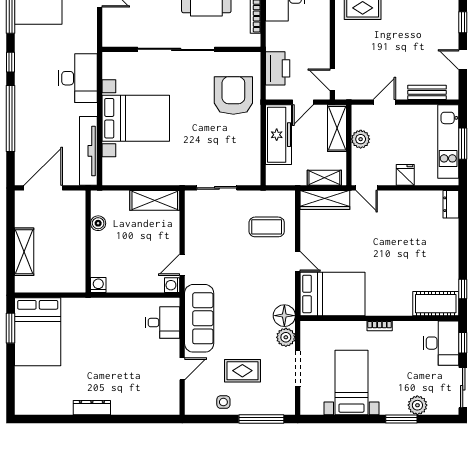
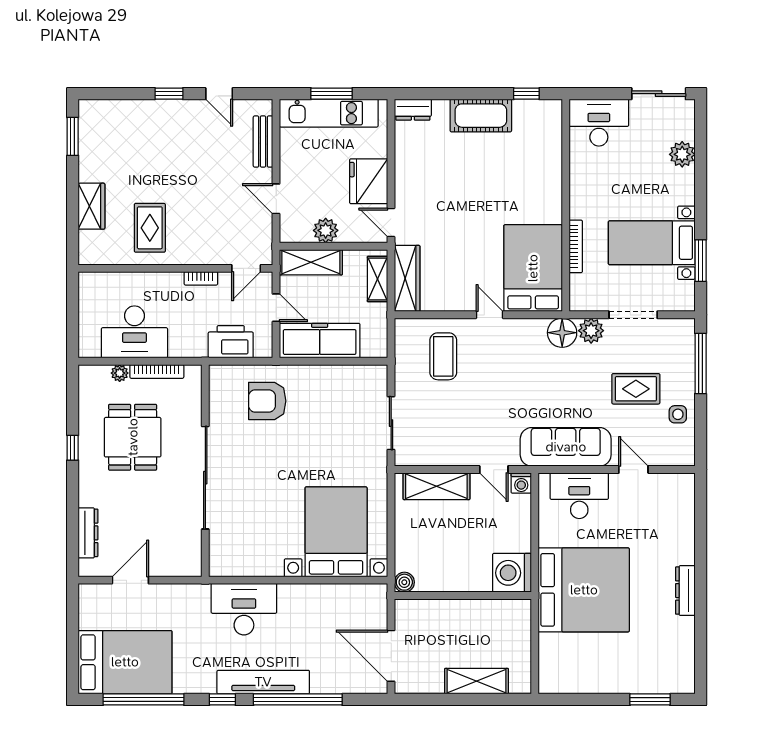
bookcase: (325, 46) -> (201, 278), added
door: (463, 60) -> (219, 94), hinge flipped
armchair: (233, 96) -> (267, 401), width x0.73, depth x0.73
bed with nightstands: (136, 118) -> (336, 532), moved
tv unit: (88, 151) -> (263, 682), moved, turned 180
fridge: (405, 175) -> (369, 181), width x1.88, depth x1.34
door: (367, 188) -> (391, 223), swing flipped
shelving: (155, 200) -> (436, 486), moved, turned 90
boiler: (98, 223) -> (404, 582), moved
door: (298, 261) -> (490, 315), hinge flipped
washing machine: (98, 285) -> (512, 573), width x1.89, depth x1.89
cot: (436, 304) -> (481, 116), moved, turned 90
desk: (163, 323) -> (579, 496), width x1.37
bookcase: (380, 326) -> (576, 246), moved, width x1.56
window: (11, 328) -> (650, 699), moved
bed: (38, 332) -> (584, 590), moved, width x1.36
window: (463, 343) -> (598, 94), removed
rug: (242, 371) -> (636, 389), turned 90
window: (401, 419) -> (701, 261), moved

